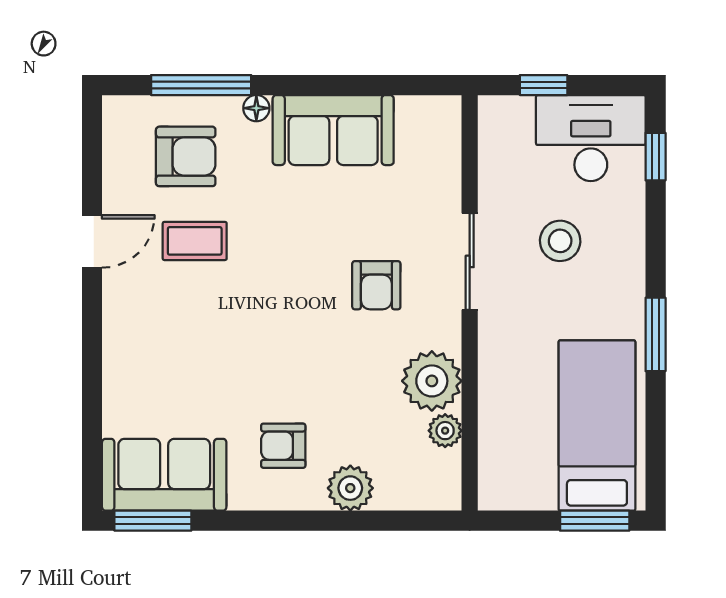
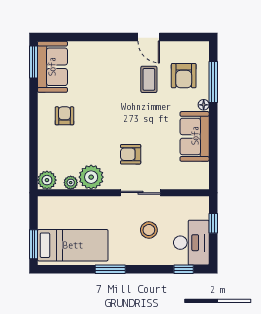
plant: (350, 488) -> (47, 180), moved

